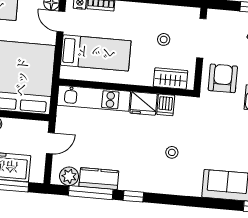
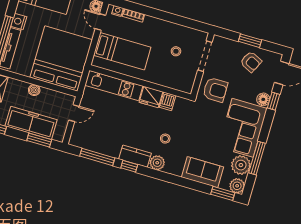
armchair: (223, 78) -> (215, 90), turned 90
wardrobe: (171, 79) -> (175, 82), removed
plant: (69, 176) -> (157, 163), moved
kitchen counter: (99, 179) -> (135, 156), moved

